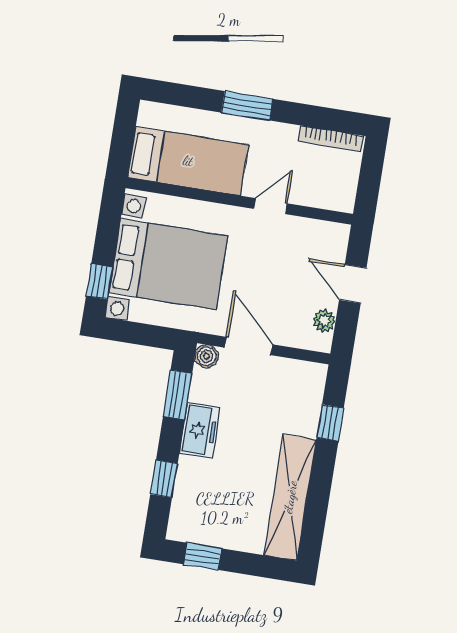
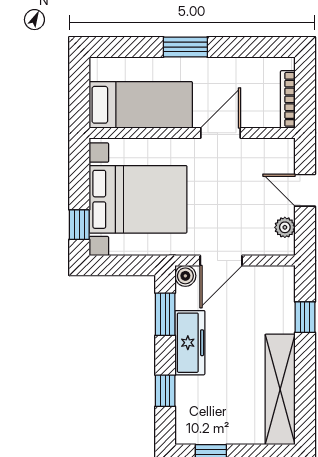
bookcase: (331, 139) -> (288, 99), moved, turned 90
door: (270, 206) -> (221, 133), width x1.38
door: (248, 346) -> (221, 261), swing flipped
freezer: (200, 430) -> (190, 343), width x1.40

